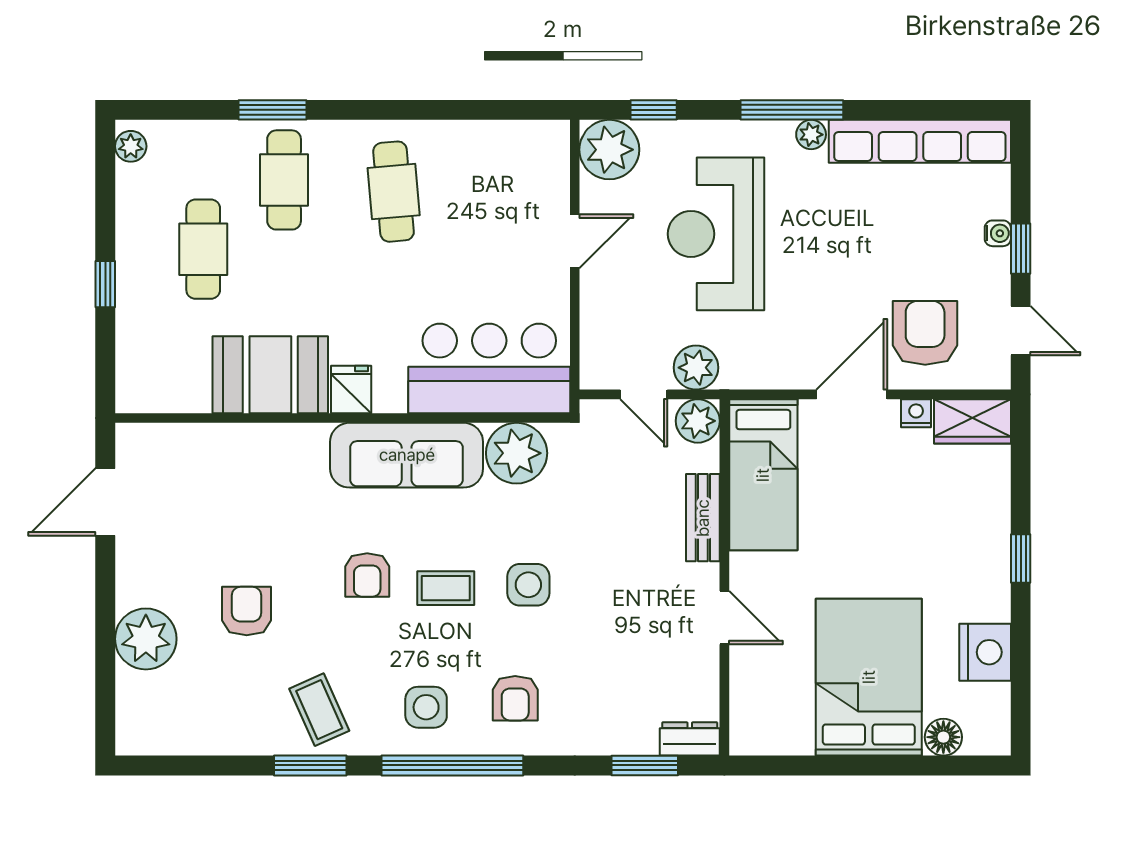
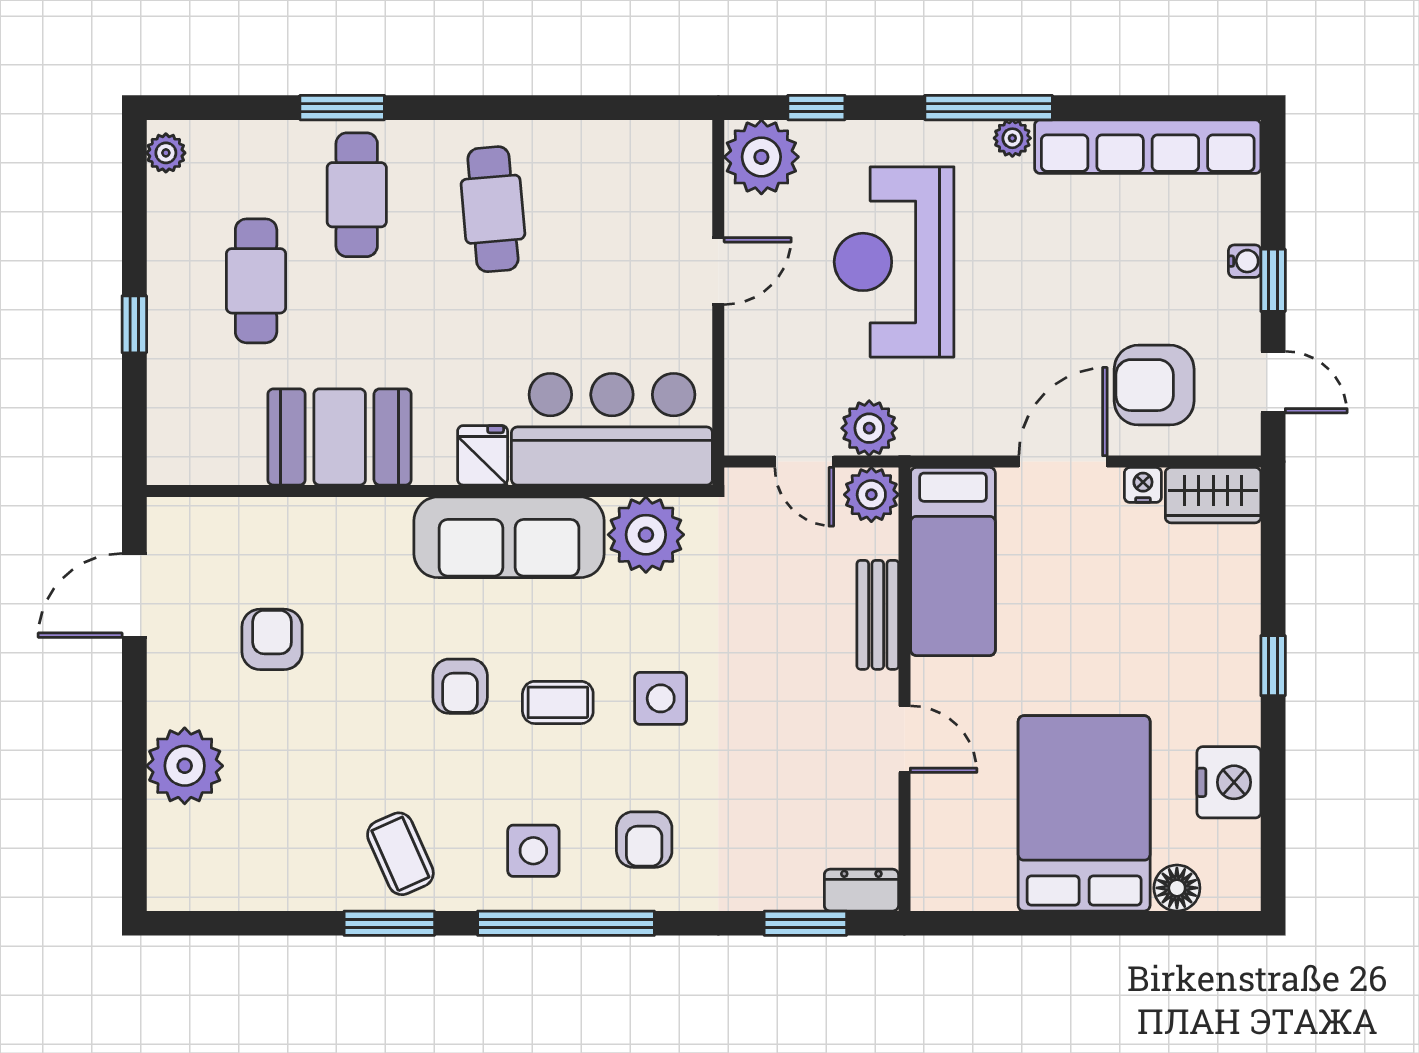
armchair: (925, 333) -> (1154, 385), turned -90
fridge: (351, 389) -> (483, 455), moved
armchair: (247, 611) -> (272, 639), moved

